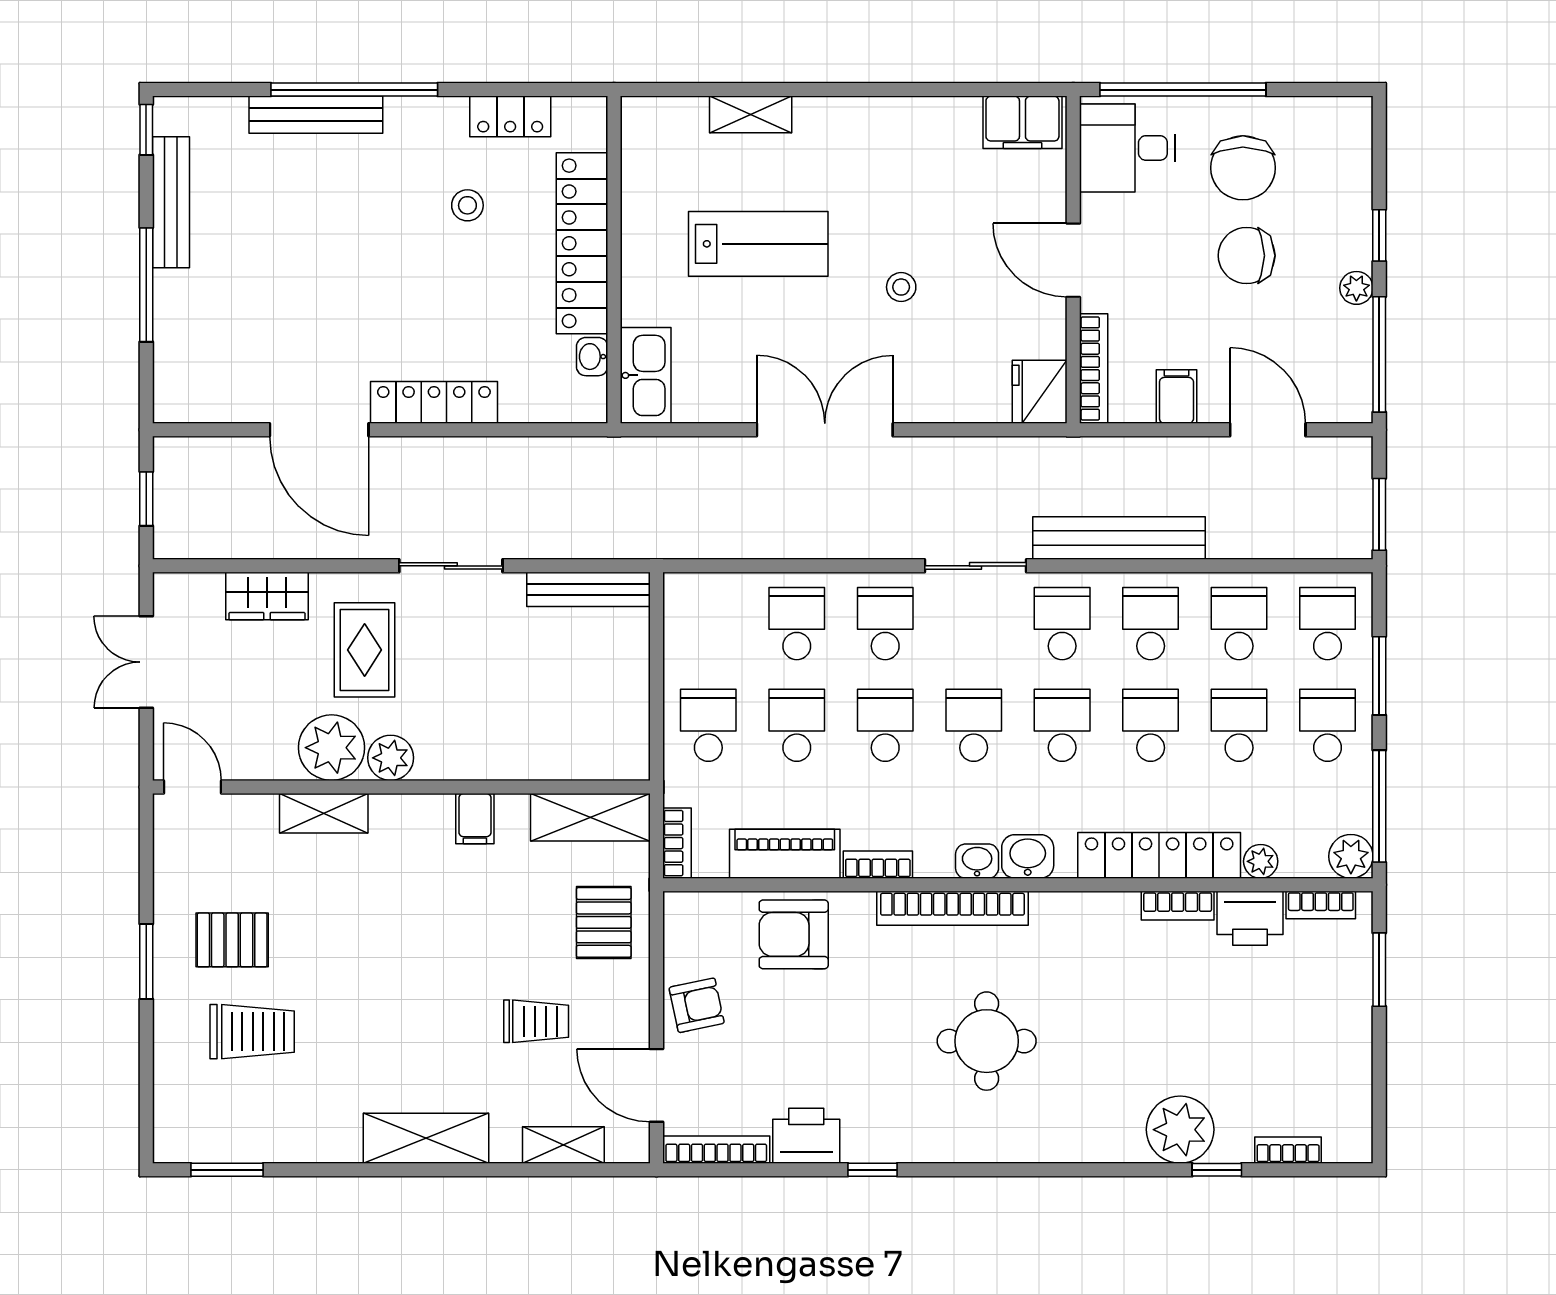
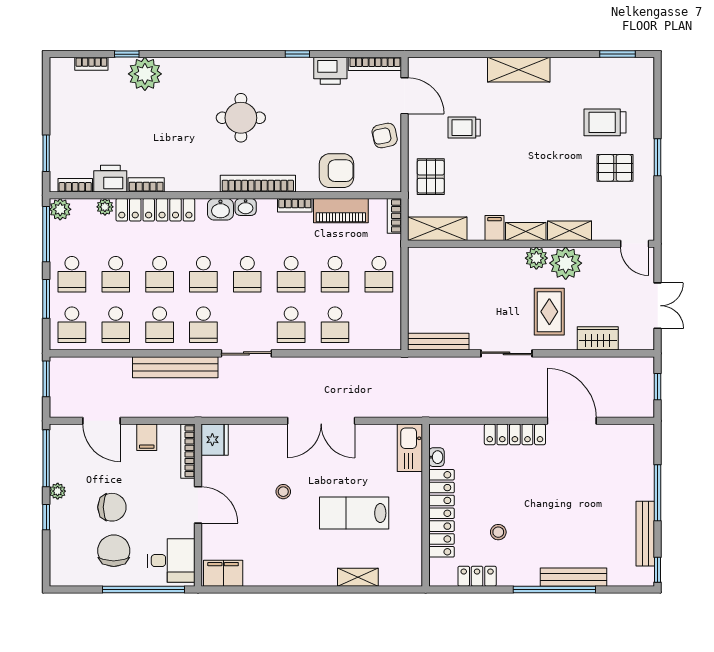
shelving: (563, 1145) -> (526, 232), moved

